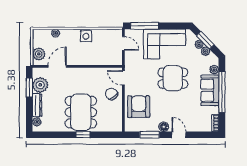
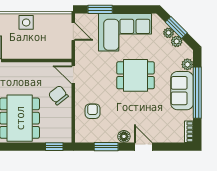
window: (145, 26) -> (100, 9), width x0.69
armchair: (139, 107) -> (93, 111), width x0.53, depth x0.53
window: (83, 135) -> (54, 147), moved

